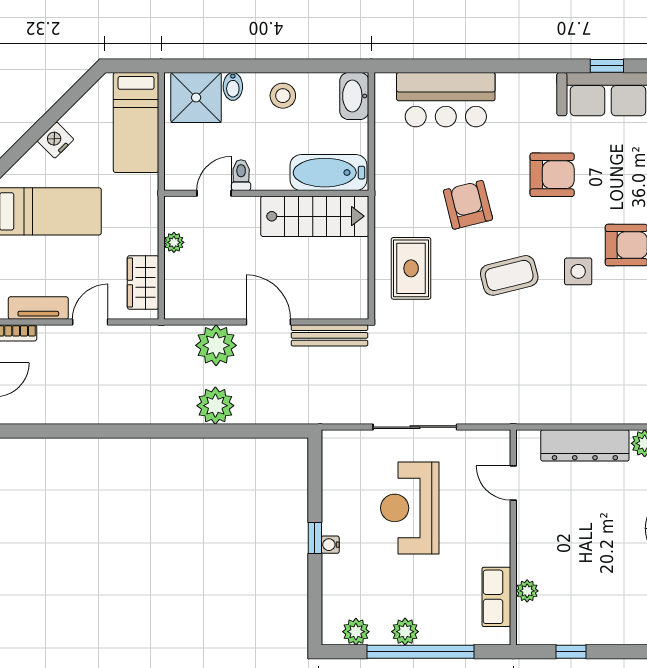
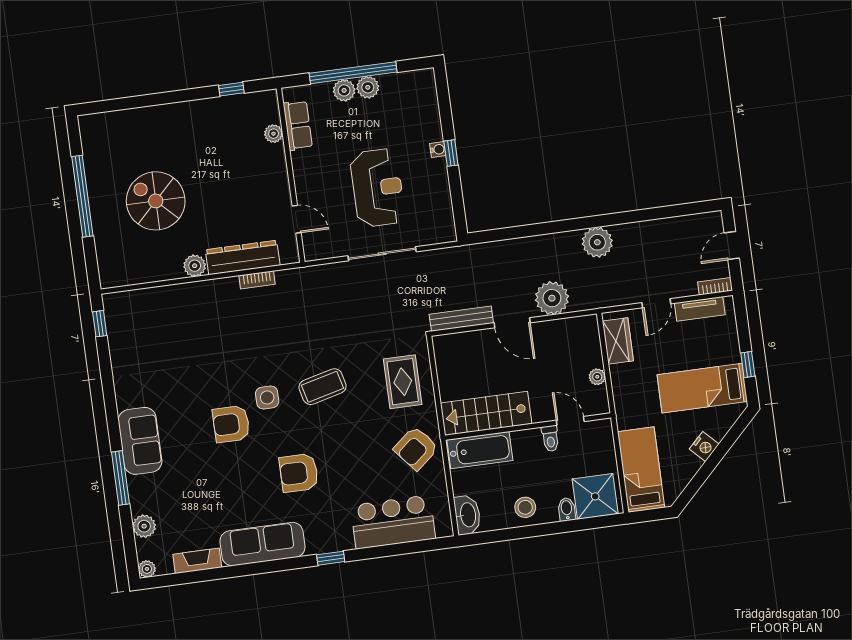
window: (607, 66) -> (331, 558), moved
door: (214, 193) -> (570, 421), swing flipped
armchair: (468, 205) -> (416, 448), moved, turned 64
plant: (215, 406) -> (597, 242), moved
bookcase: (571, 416) -> (257, 280), added
plant: (356, 632) -> (344, 90), moved

